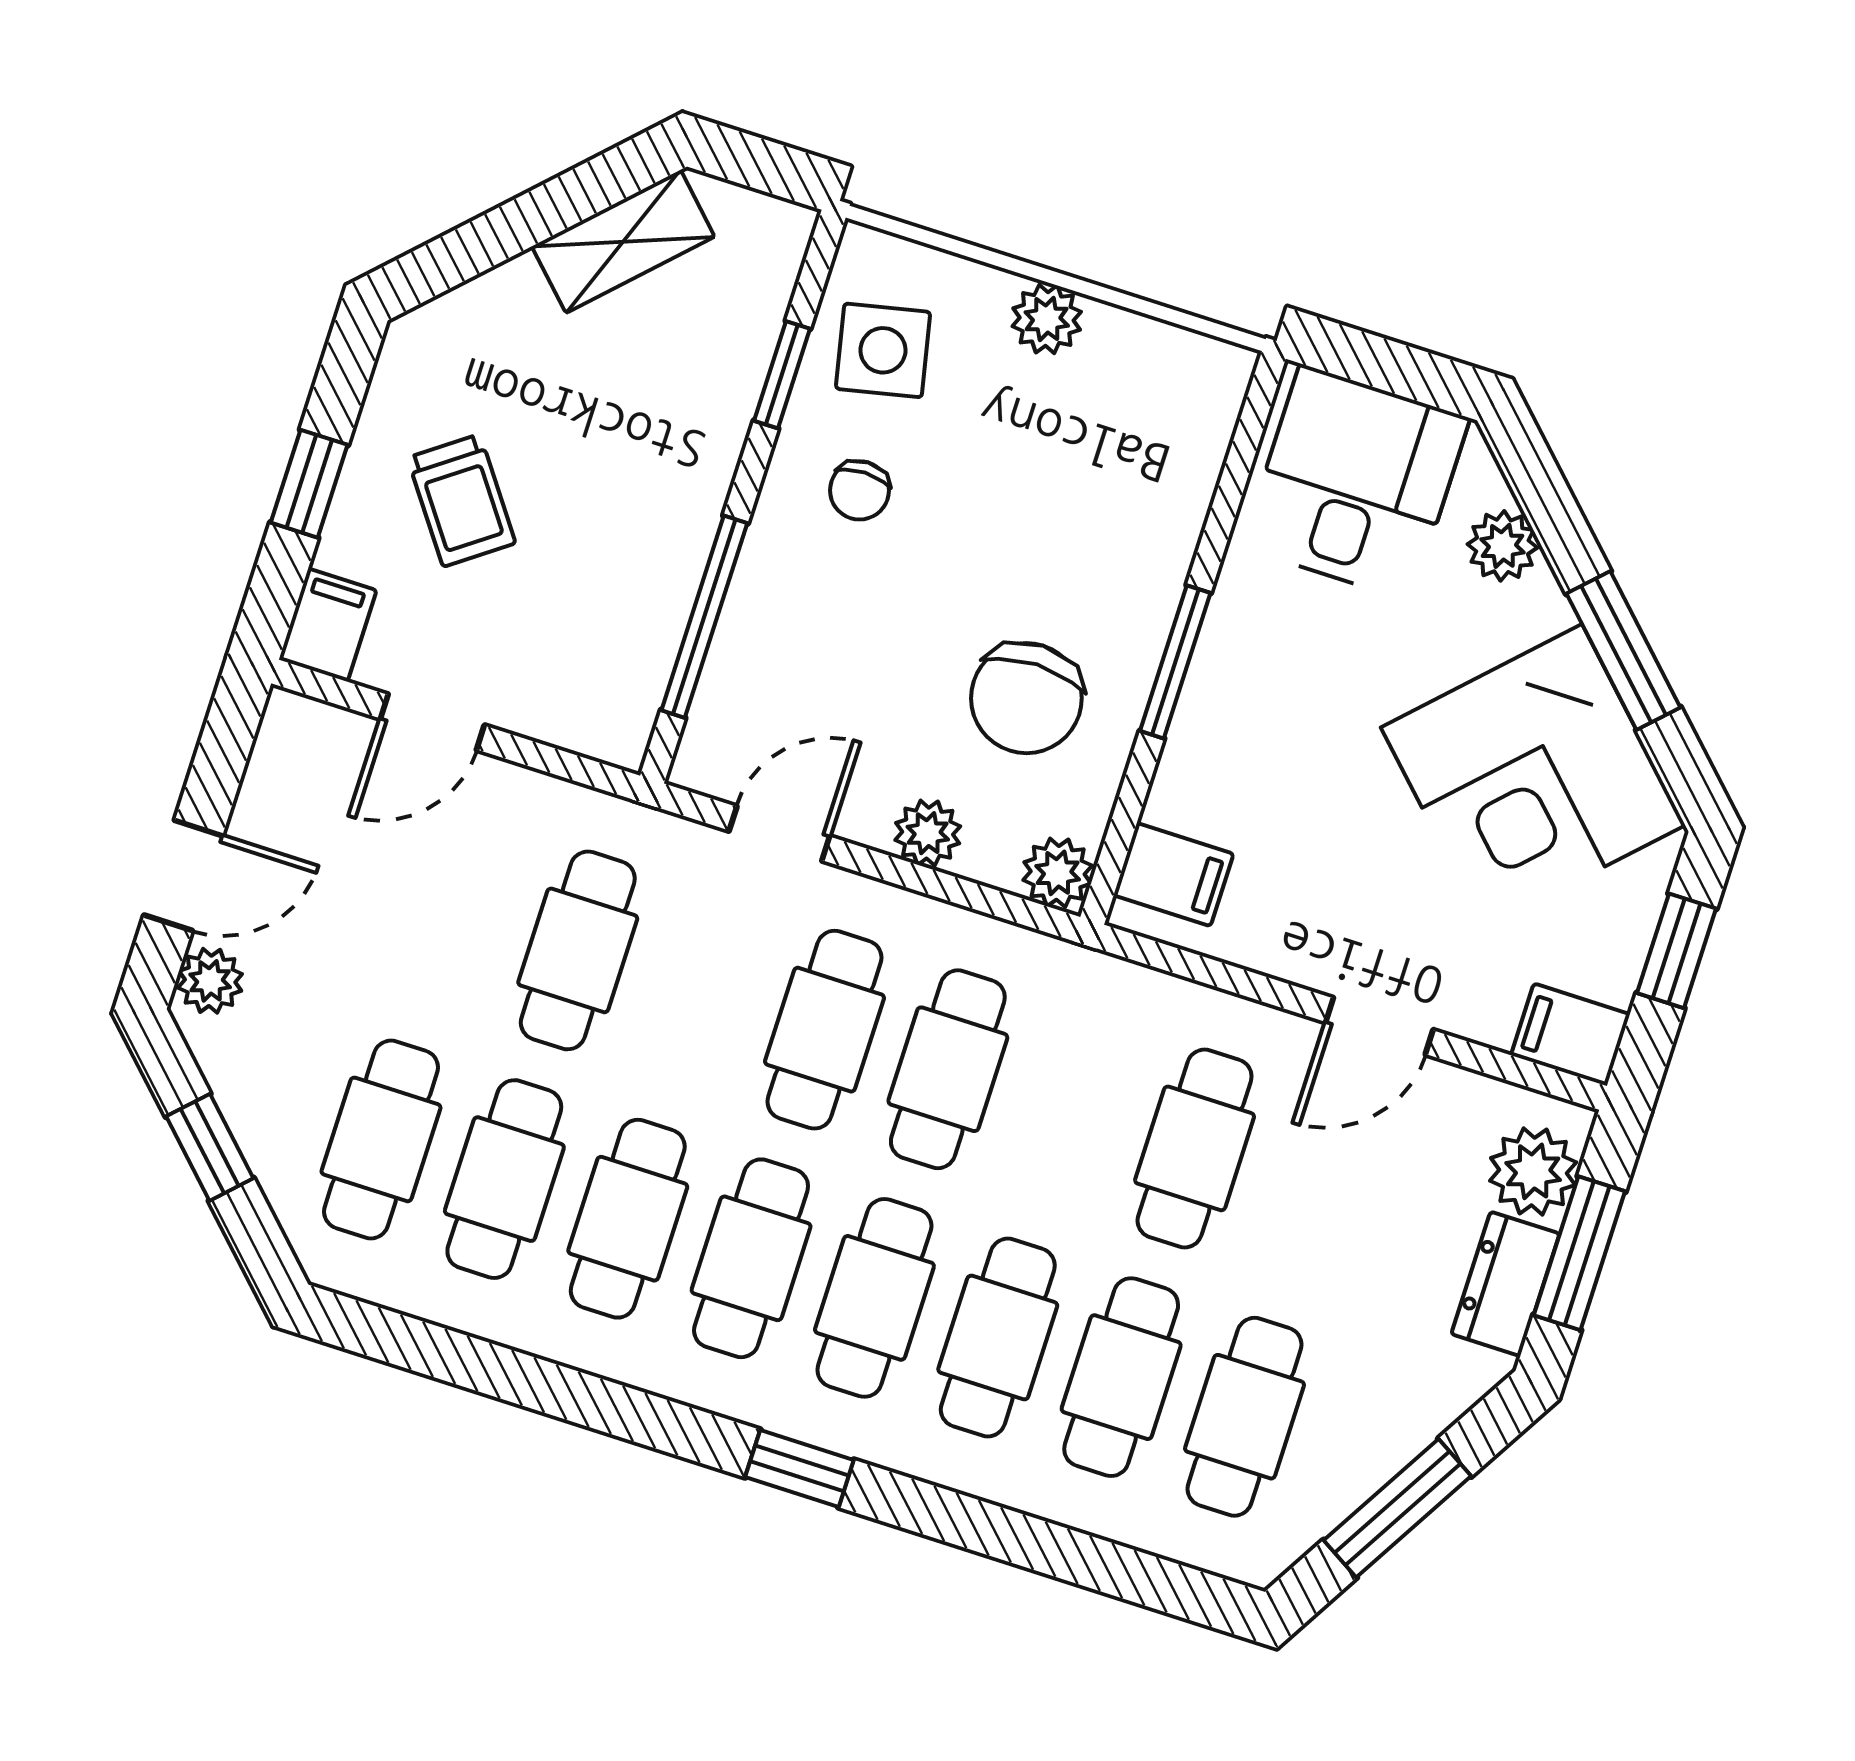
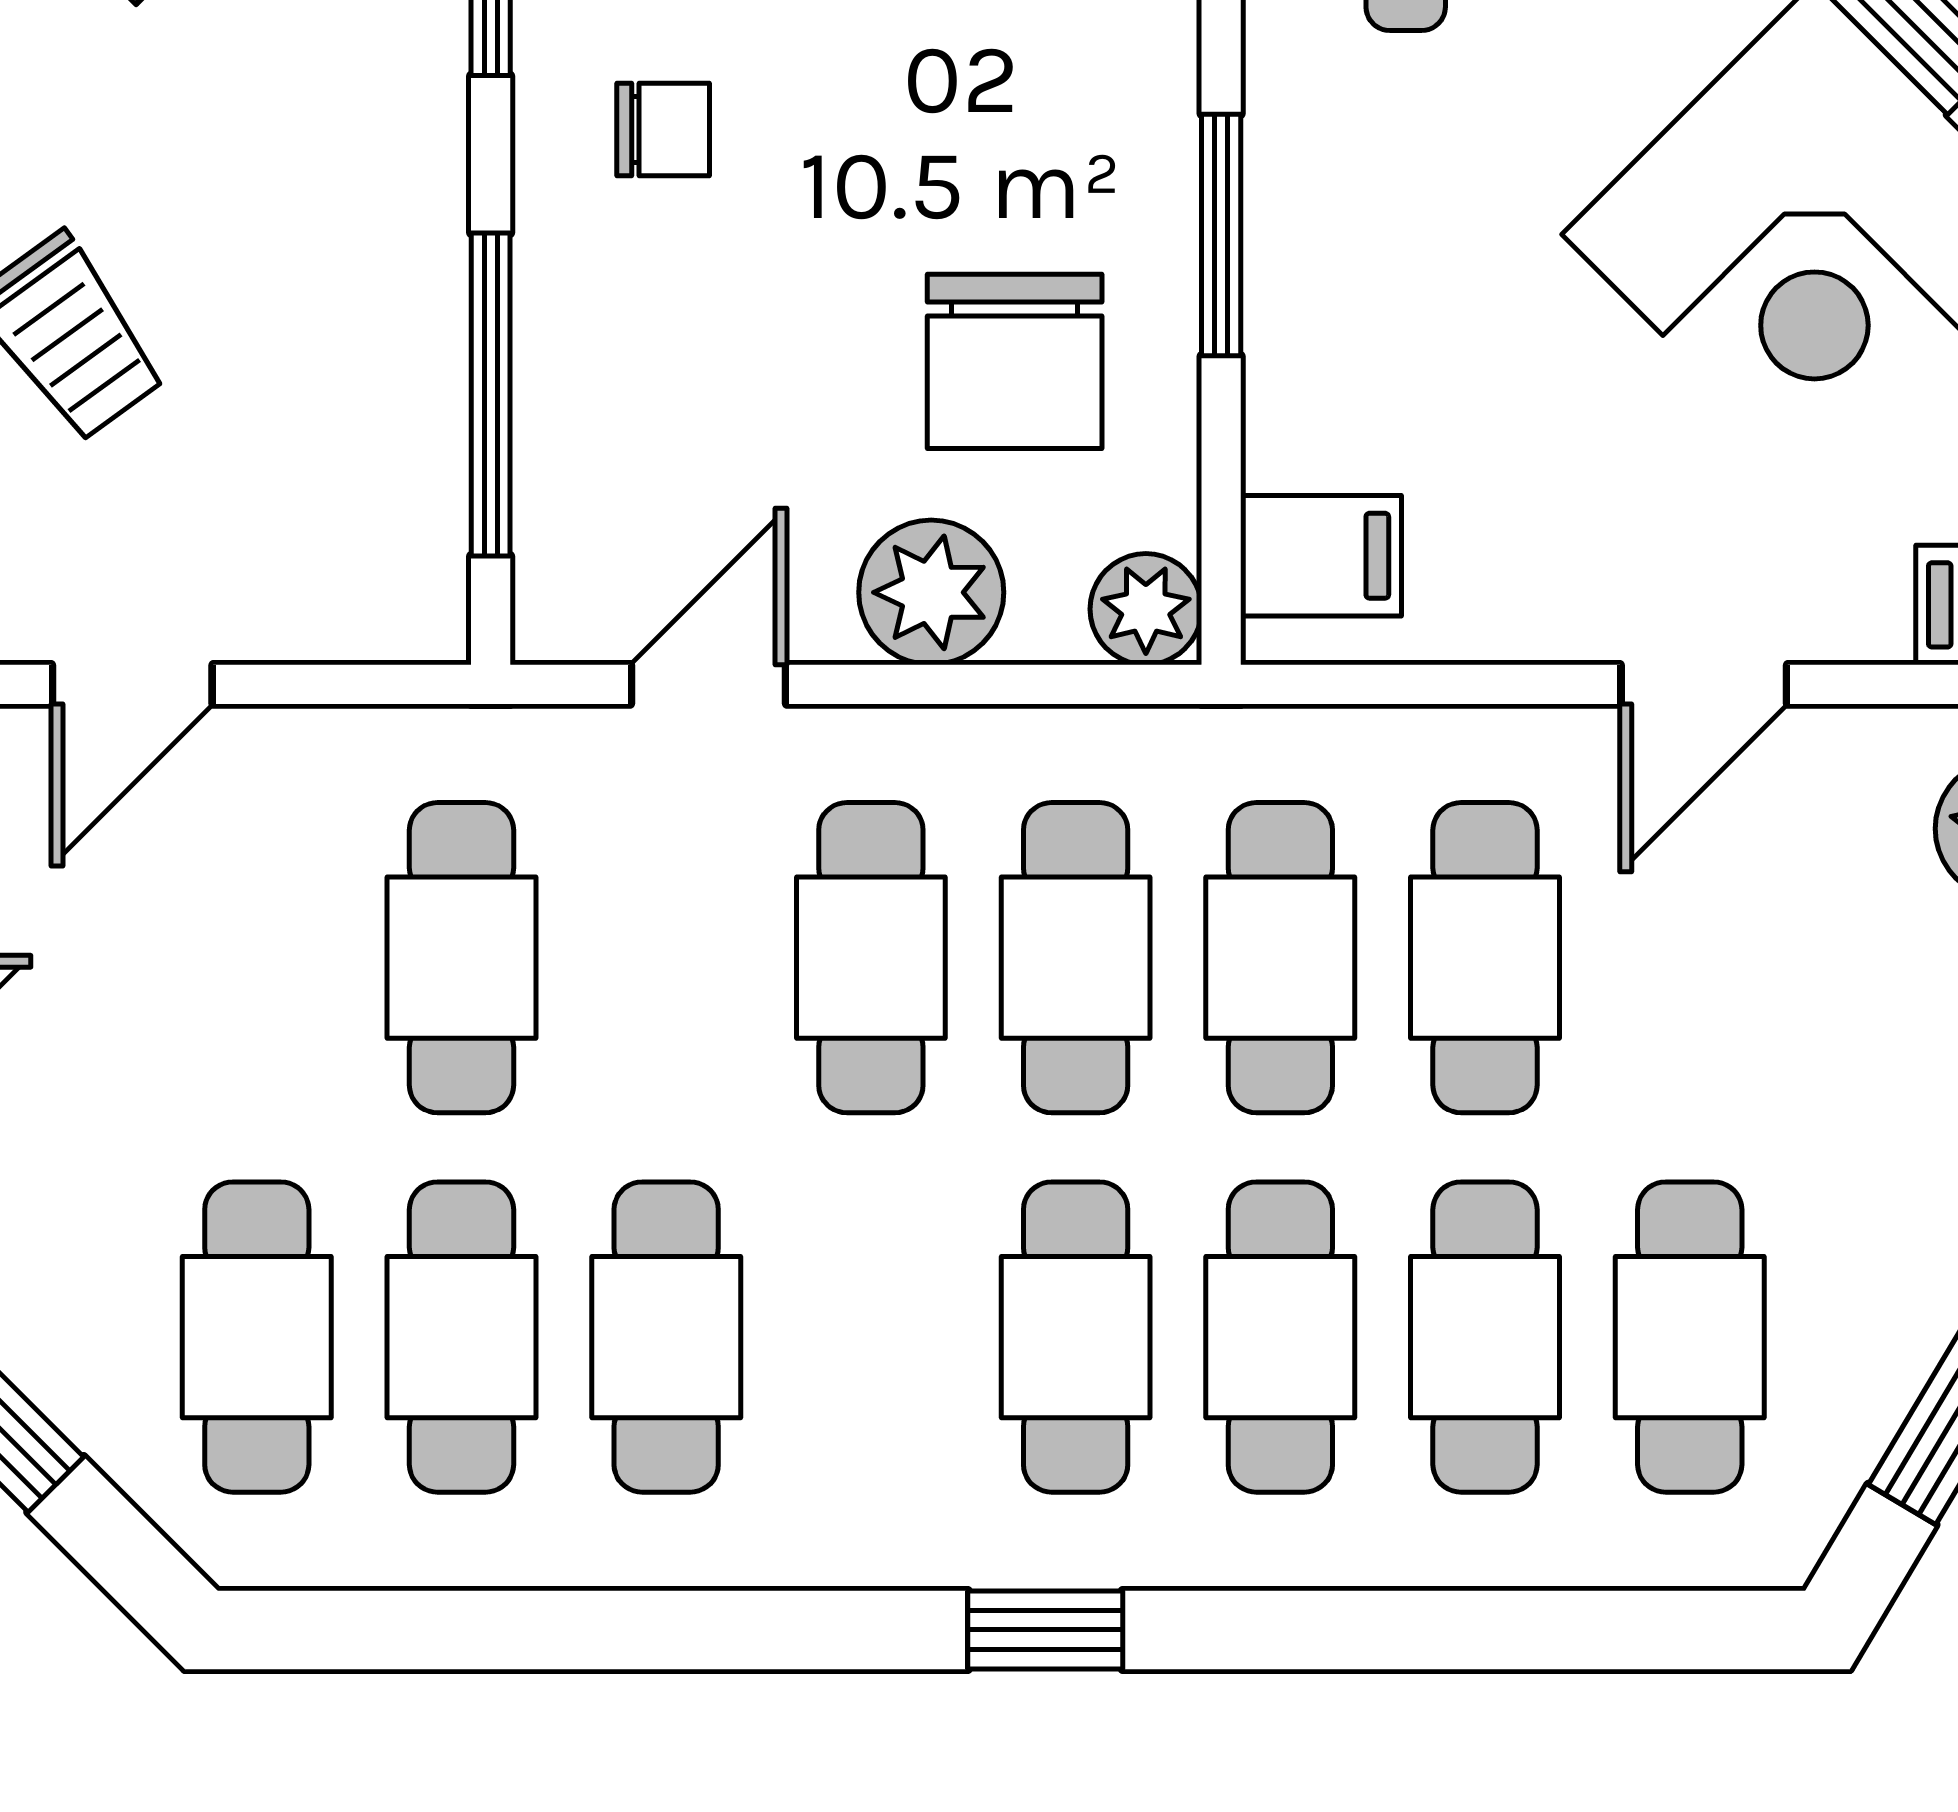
chair: (859, 490) -> (663, 130), turned -90
plant: (928, 833) -> (931, 592), width x1.38, depth x1.38
cafe table: (751, 1258) -> (1280, 958), moved

